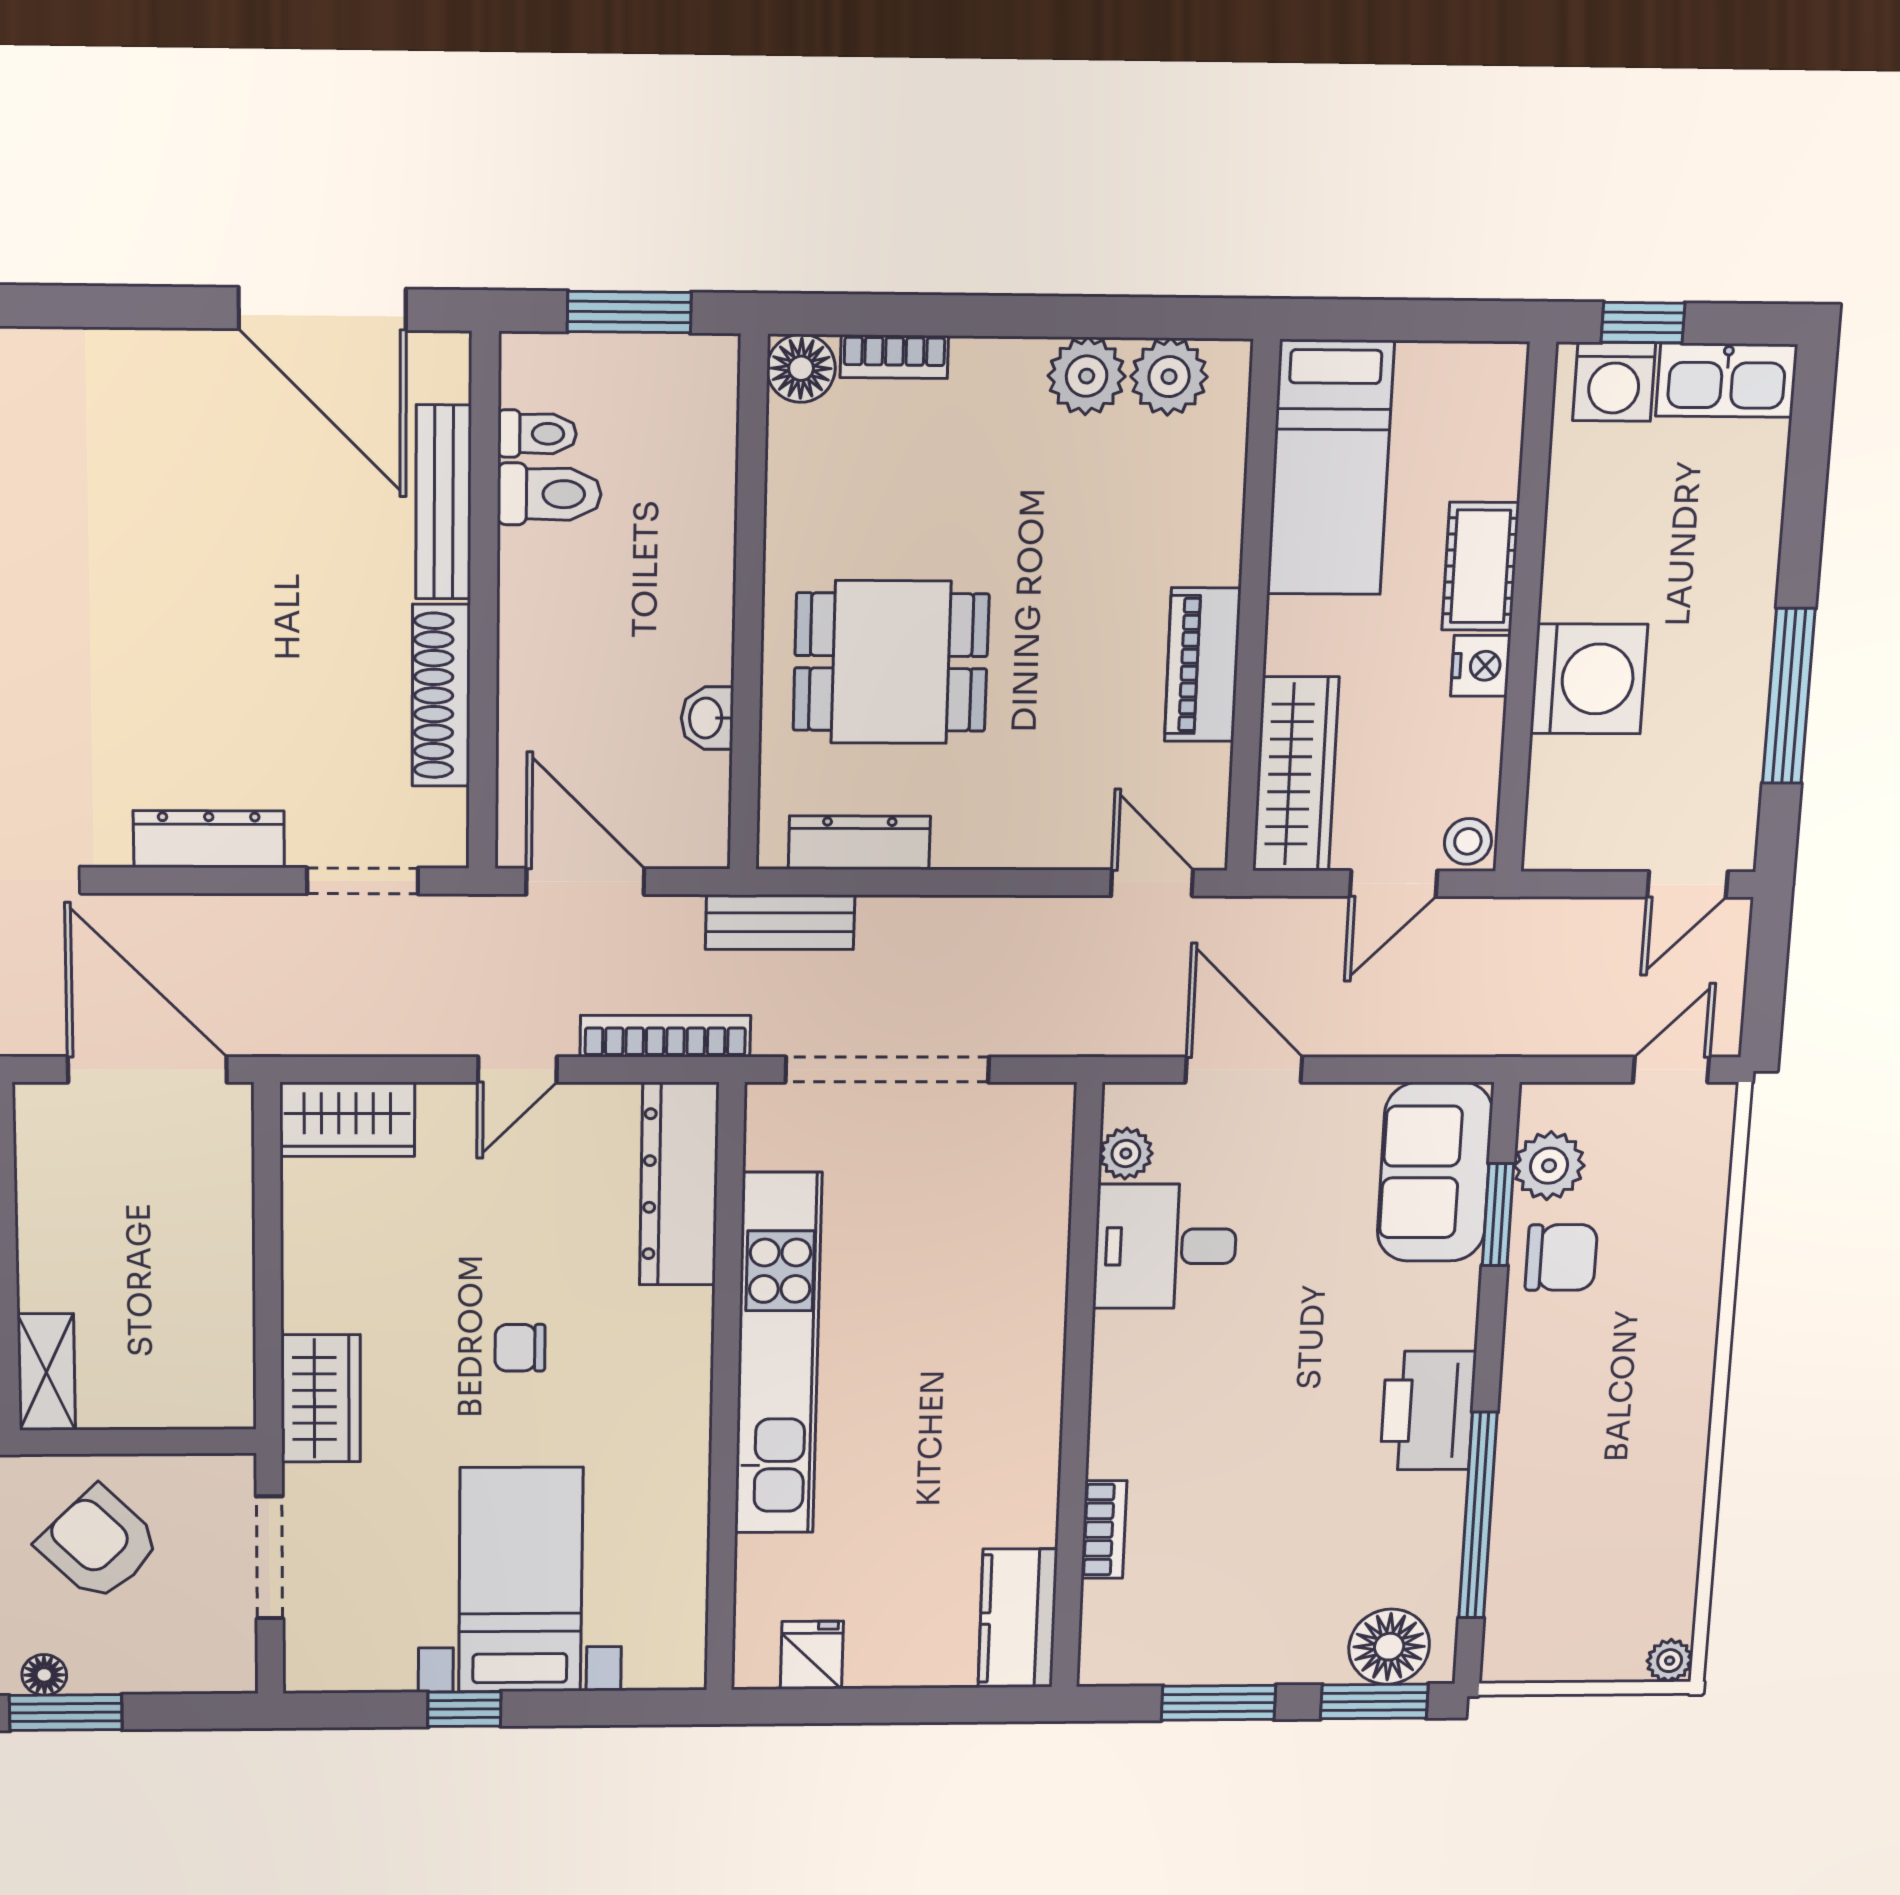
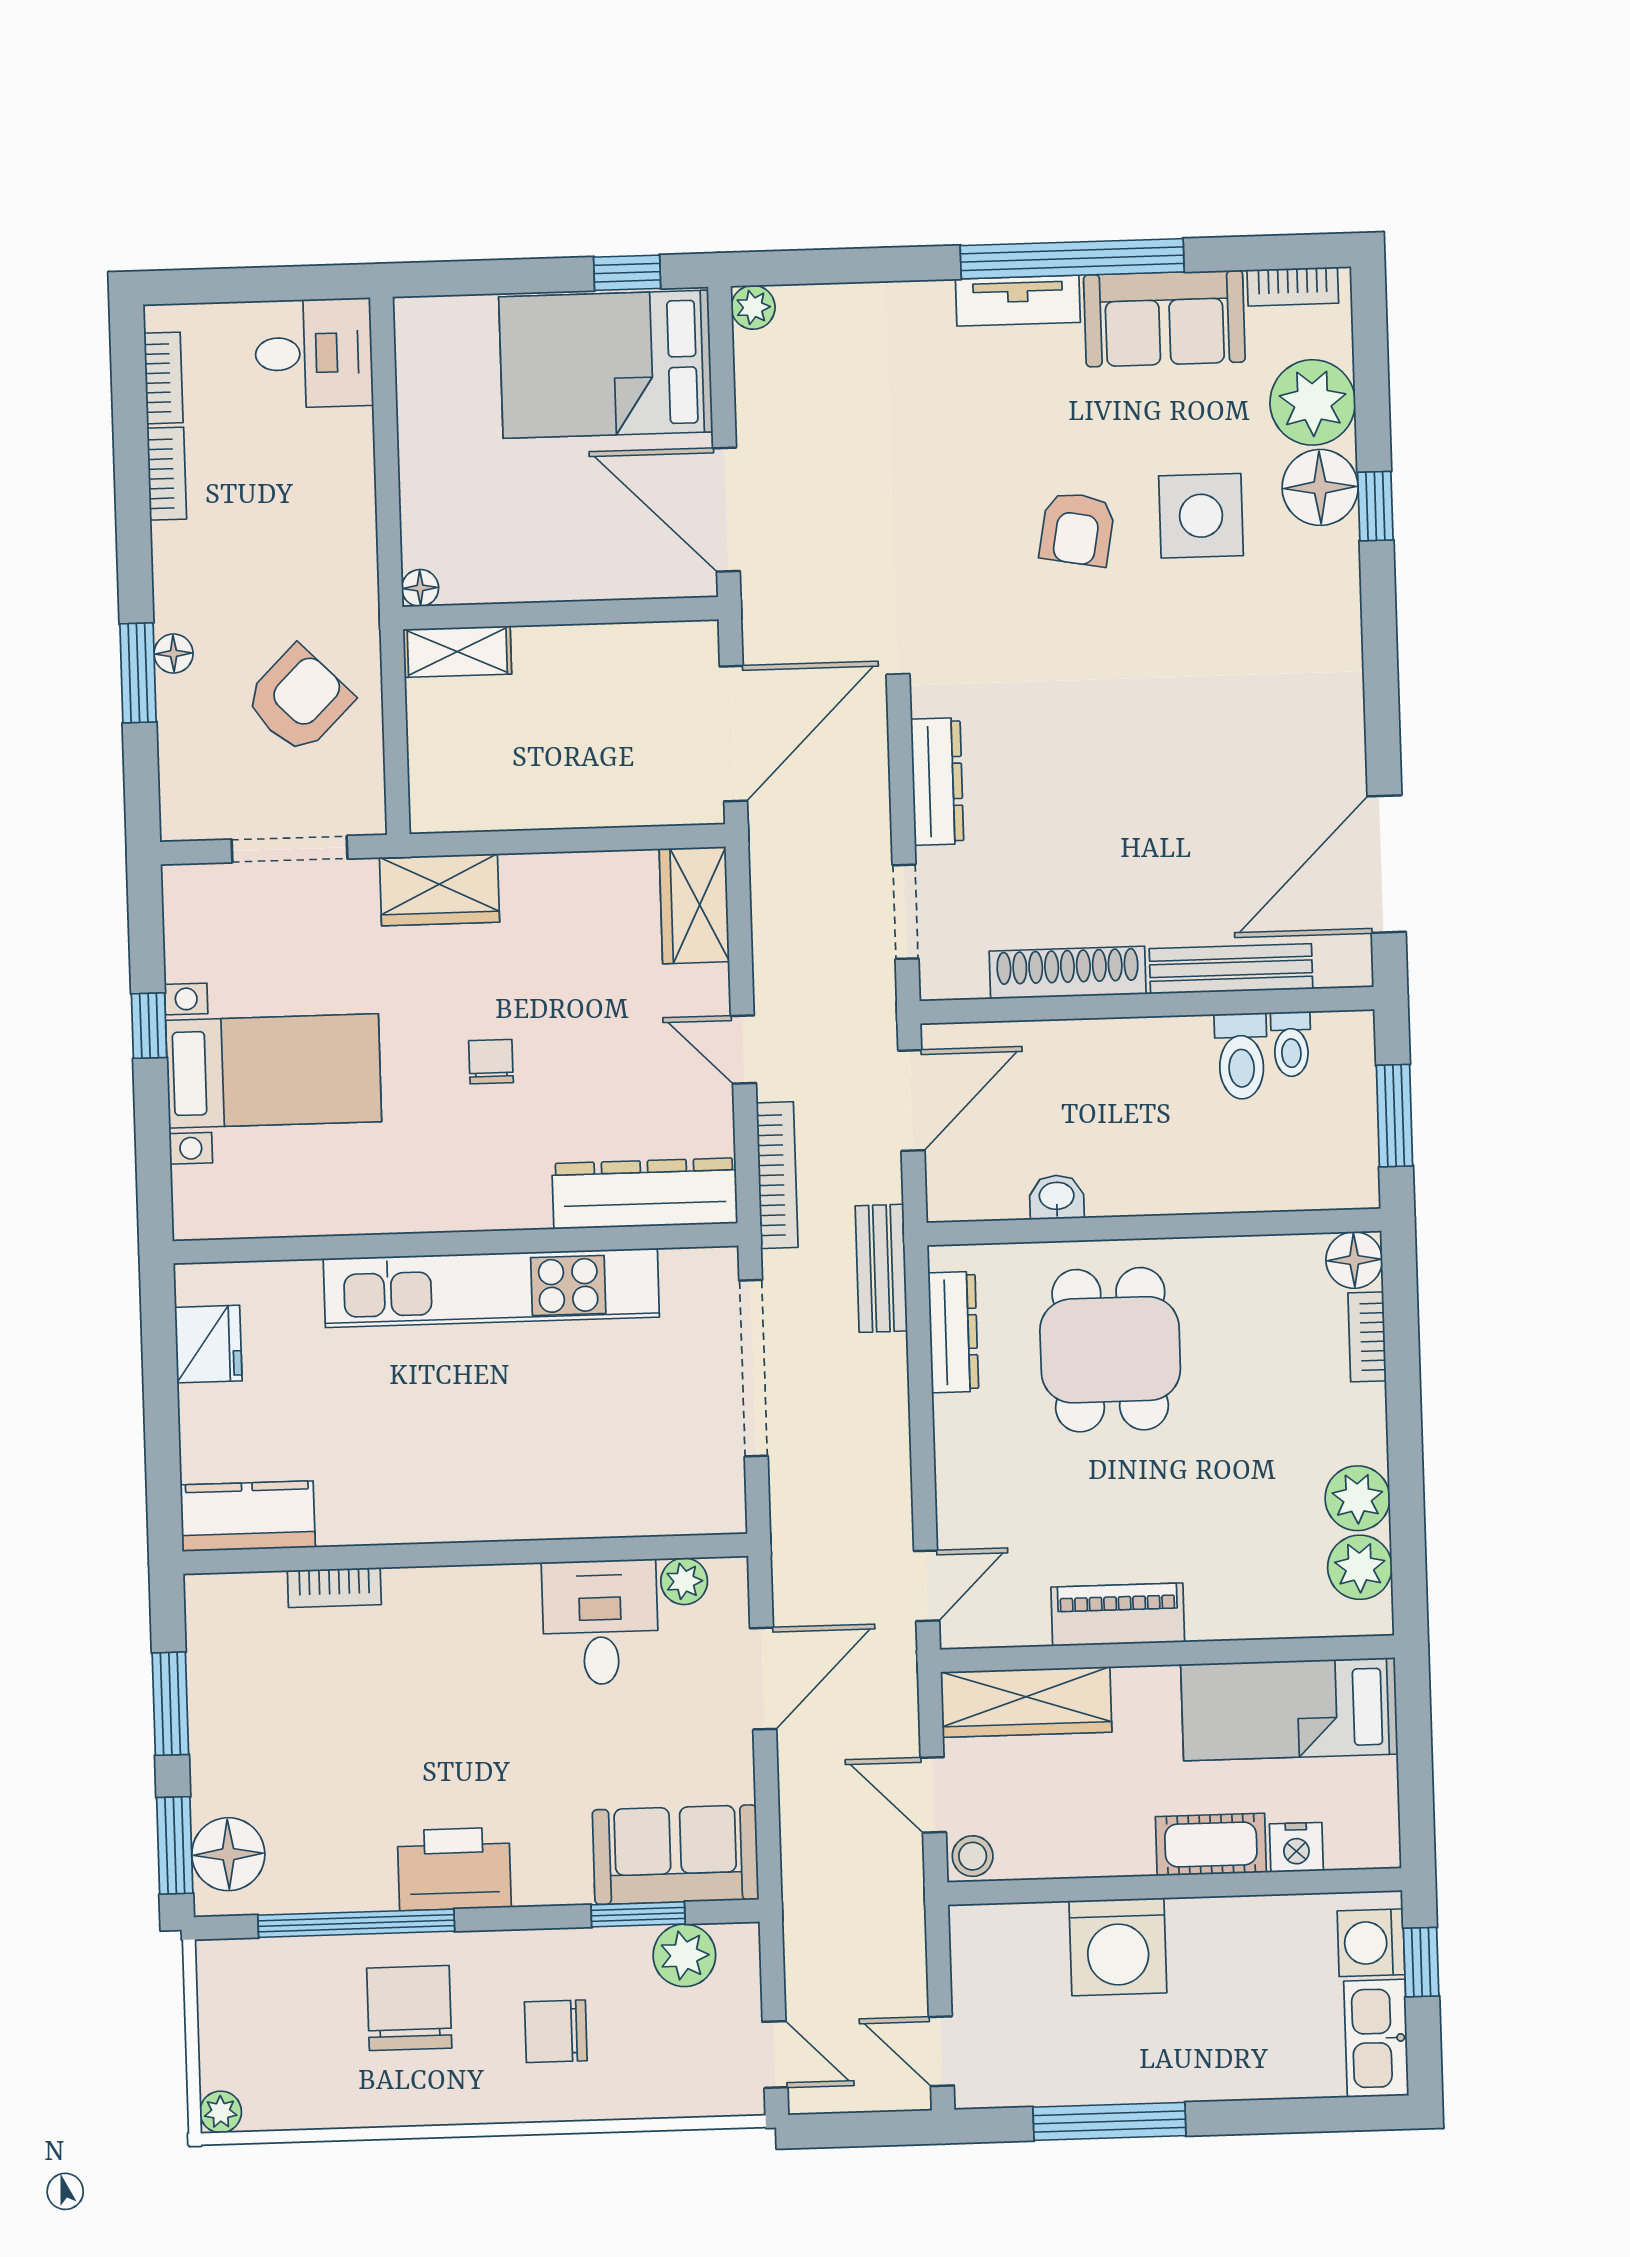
nightstand: (1481, 666) -> (1296, 1847), moved
chair: (1561, 1257) -> (556, 2031), moved, turned 90
chair: (1577, 1462) -> (409, 2008), added
fridge: (812, 1655) -> (208, 1344), width x1.38

